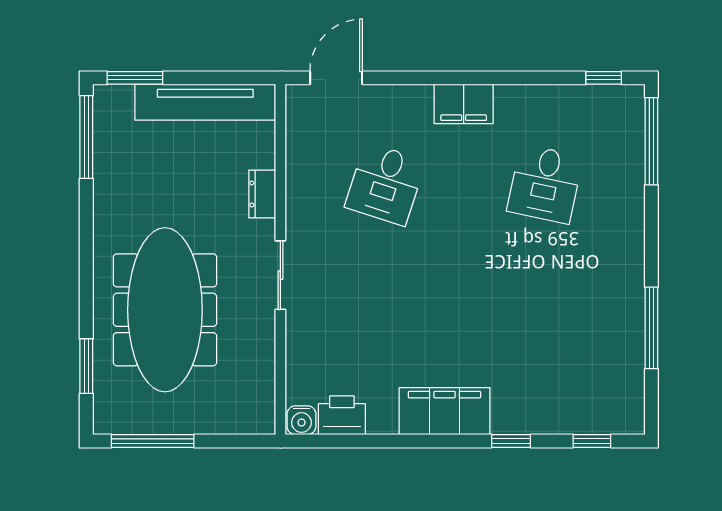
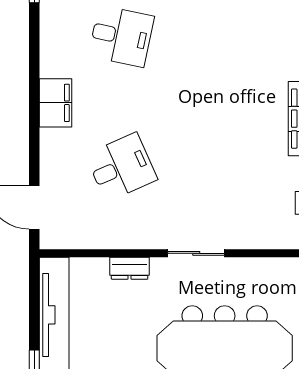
desk: (385, 184) -> (121, 167), turned -42

